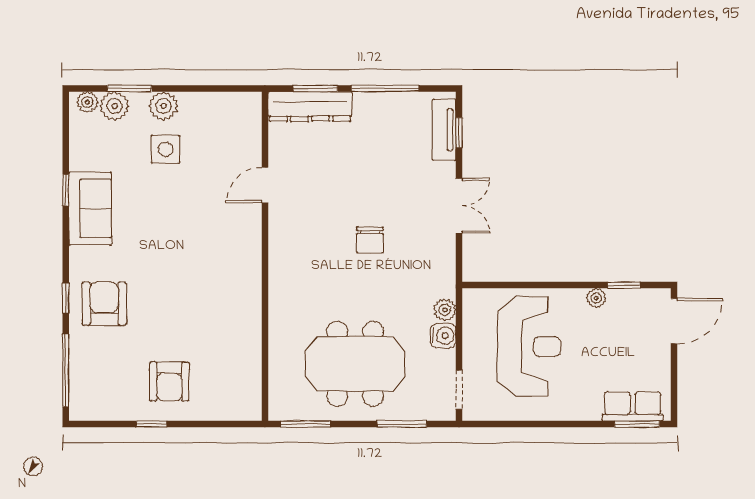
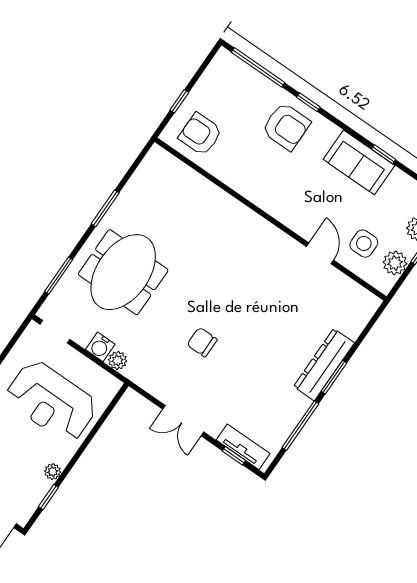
door: (265, 185) -> (320, 253), moved
wall: (265, 256) -> (271, 219), moved

